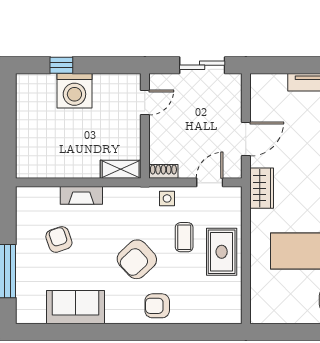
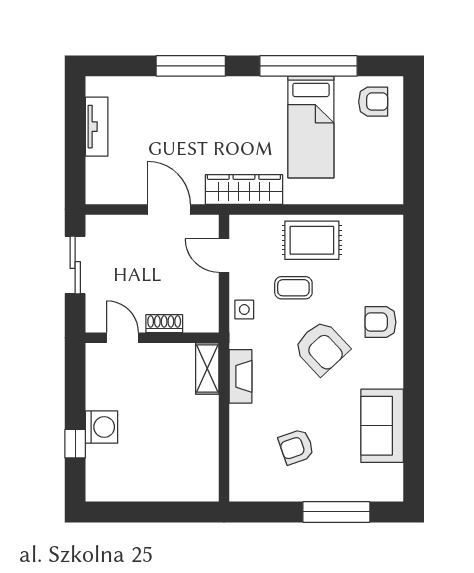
washing machine: (74, 91) -> (102, 427), width x0.73, depth x0.73
shoe rack: (163, 171) -> (164, 324), moved, turned 90
wardrobe: (262, 188) -> (244, 189), width x1.50
fireplace: (81, 195) -> (240, 376), moved
armchair: (157, 306) -> (380, 322), turned 90

